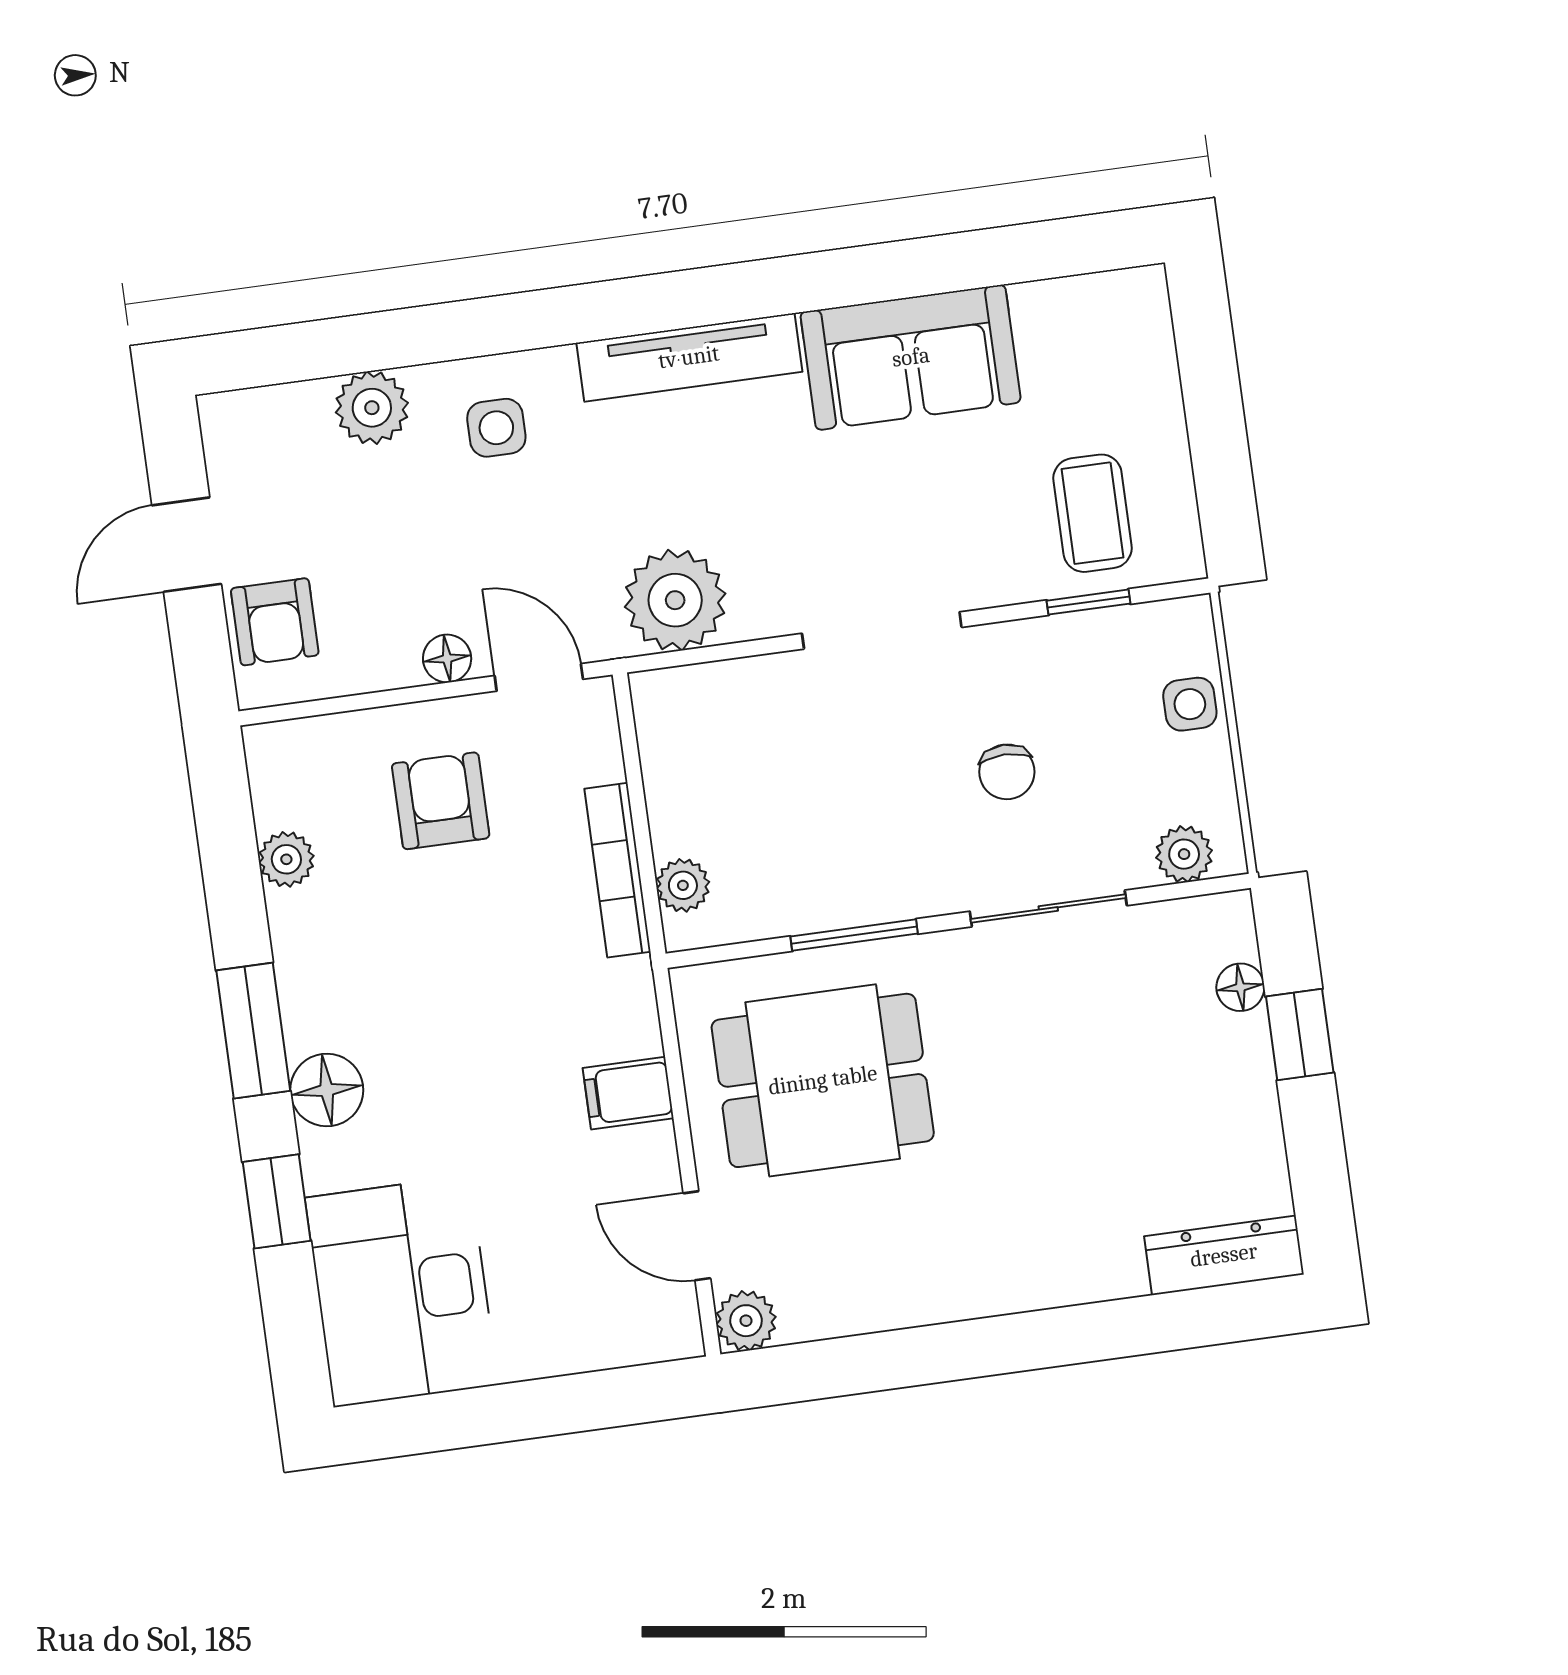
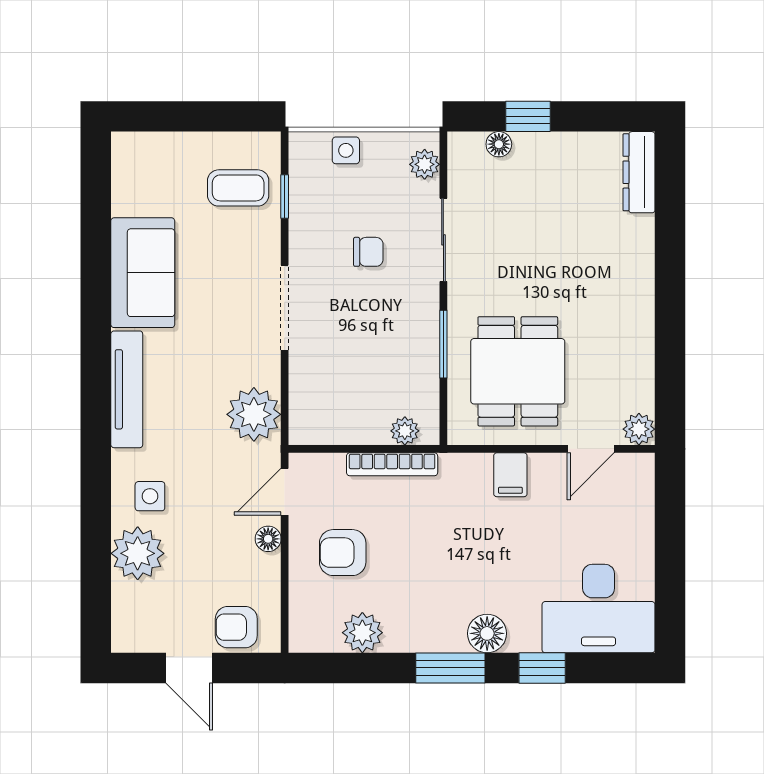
plant: (372, 408) -> (138, 553), width x1.36, depth x1.36
armchair: (275, 622) -> (236, 627), turned 180
plant: (286, 859) -> (362, 633), width x1.38, depth x1.38

